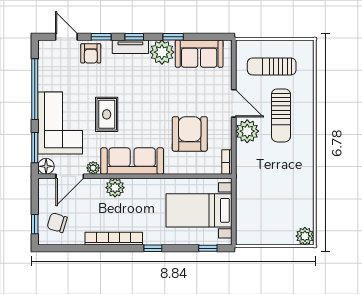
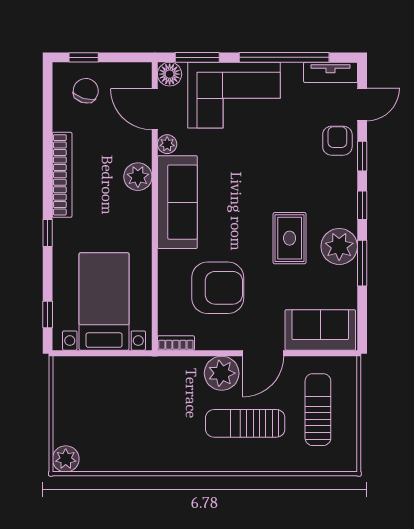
window: (173, 37) -> (362, 263), width x1.50
tv unit: (130, 47) -> (331, 72), moved, turned -90
armchair: (91, 53) -> (337, 141), turned 90
sofa: (199, 54) -> (320, 330), moved, turned 90
rug: (107, 114) -> (290, 238), moved, turned 90

